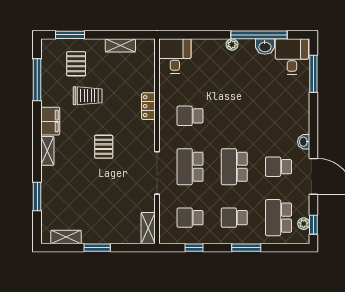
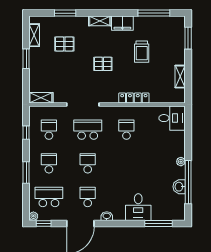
desk: (292, 56) -> (138, 207), moved, turned 90
pallet: (76, 64) -> (64, 44), moved
locker: (148, 106) -> (134, 98), width x1.53
school desk: (234, 167) -> (88, 163), width x0.54
plant: (304, 224) -> (33, 216), moved

